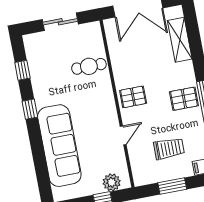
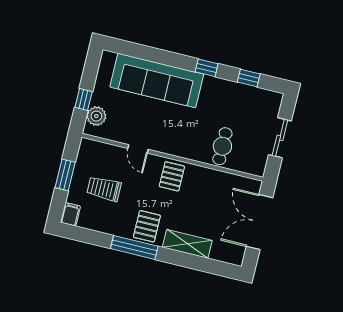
shelving: (180, 40) -> (187, 244), moved
trolley: (169, 149) -> (104, 189), turned 90

